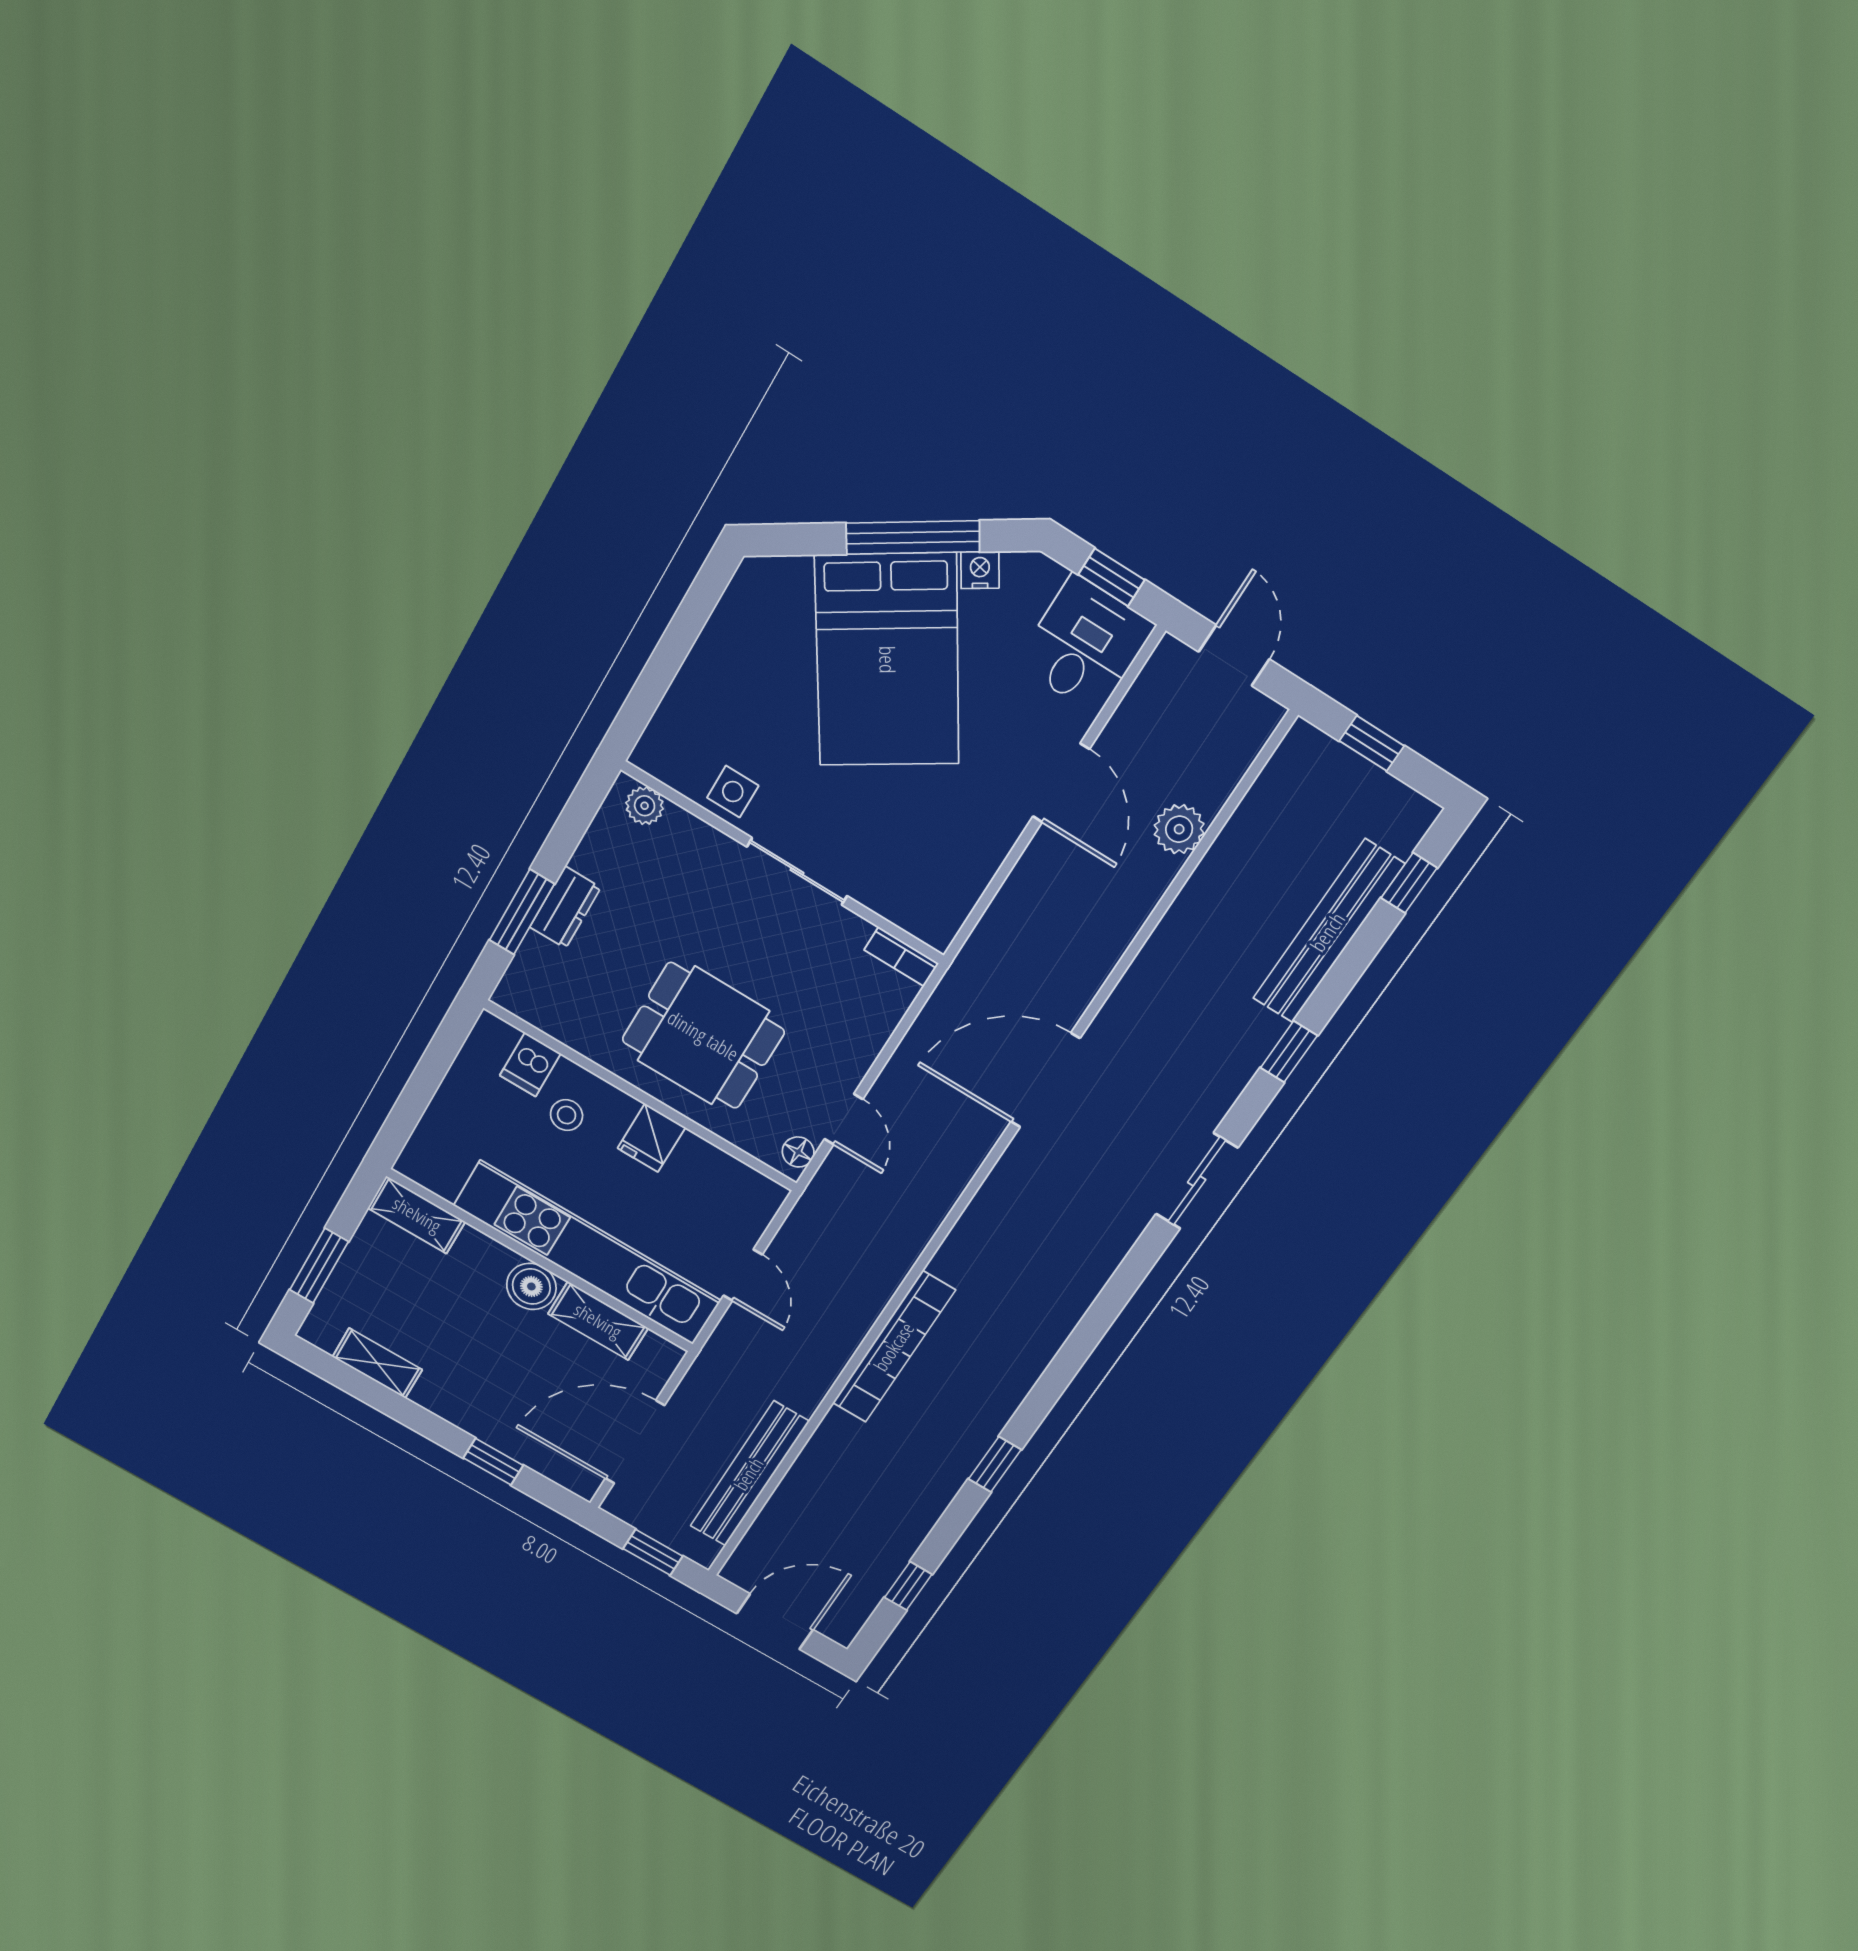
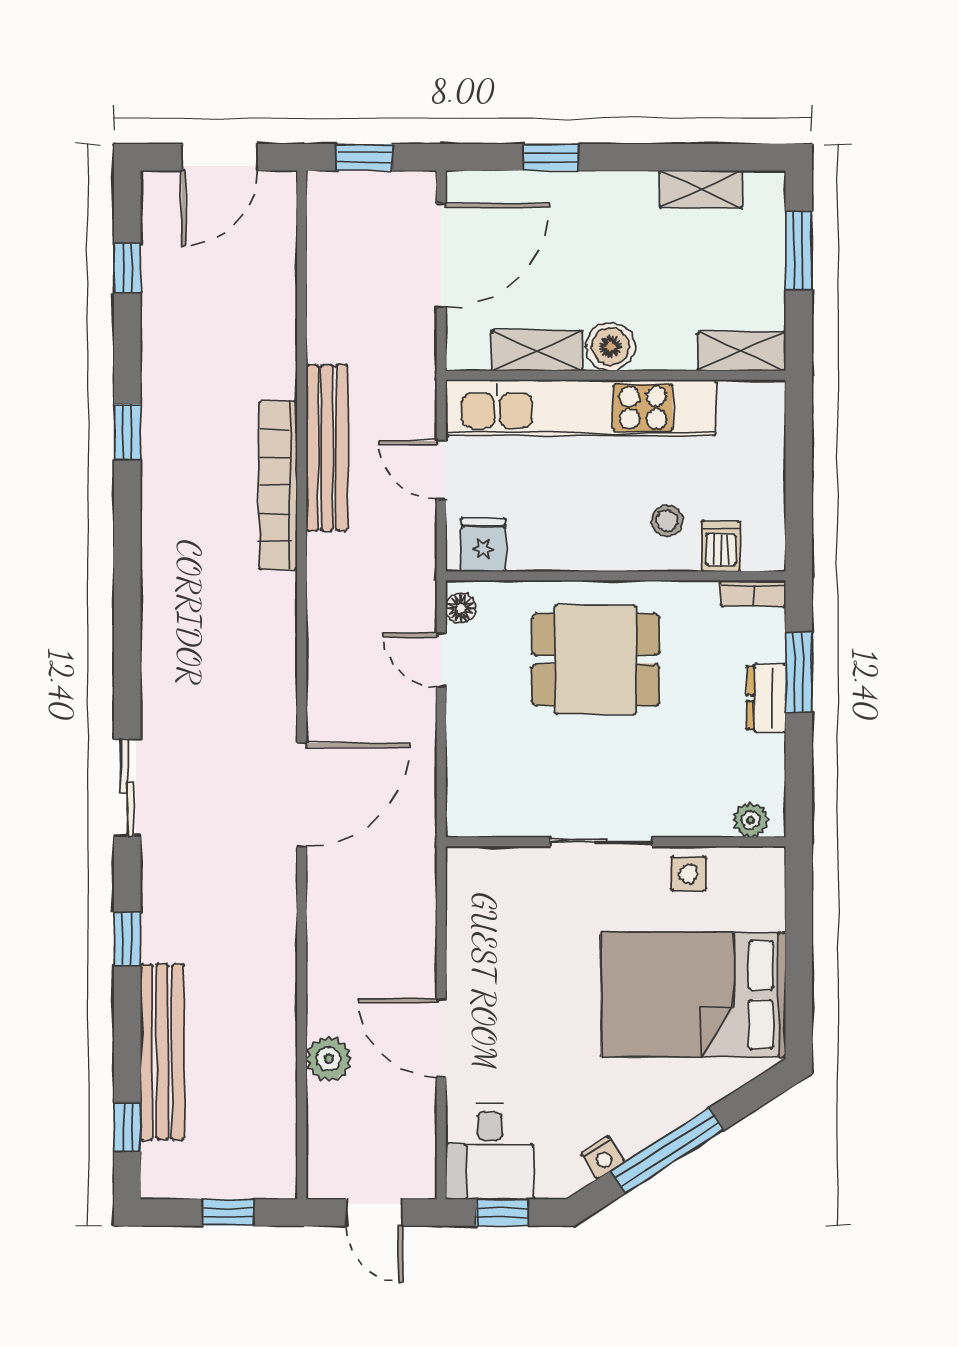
bed: (887, 660) -> (693, 995), moved, turned -57
bookcase: (901, 957) -> (753, 593), moved, turned 180
fridge: (651, 1138) -> (483, 545), moved
bench: (749, 1474) -> (327, 448), moved

